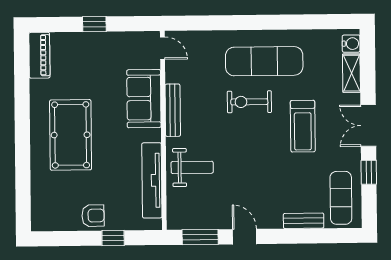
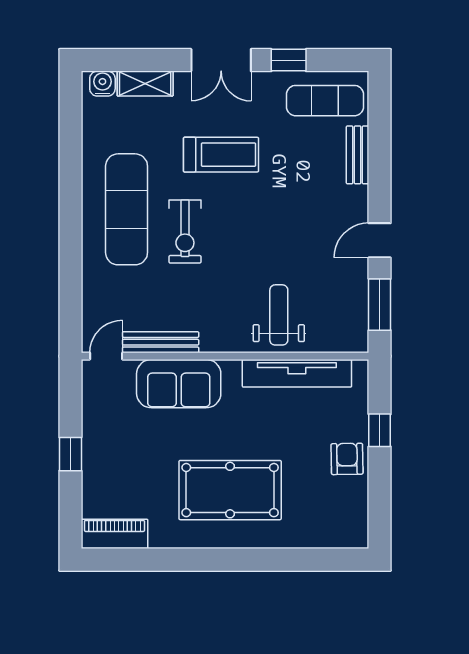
bench: (173, 110) -> (161, 342), moved

